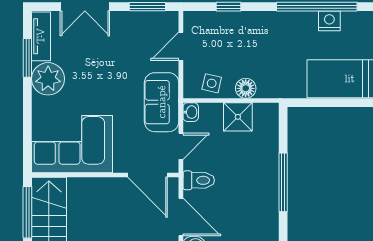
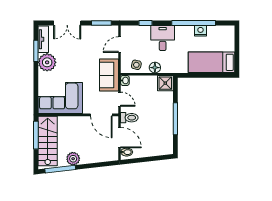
desk: (260, 34) -> (163, 38), added
shower: (238, 117) -> (165, 83), moved
door: (181, 146) -> (120, 99), hinge flipped

